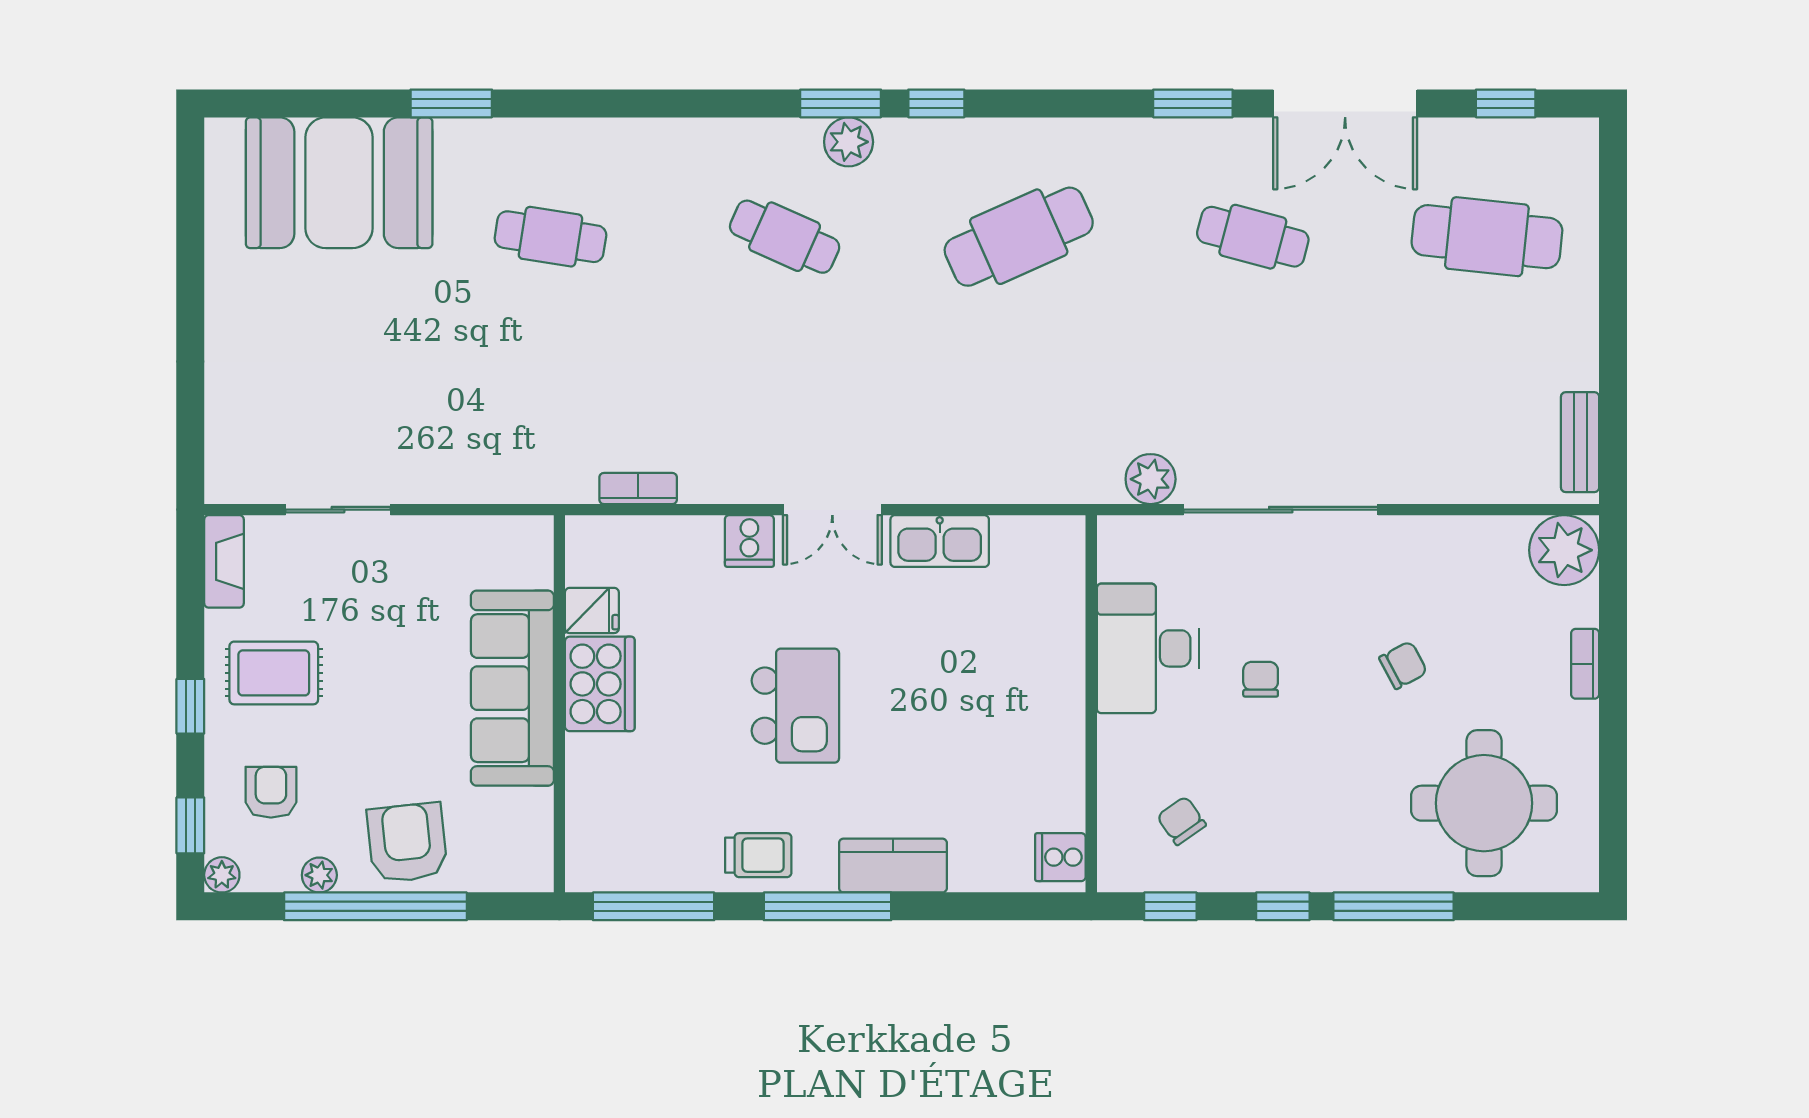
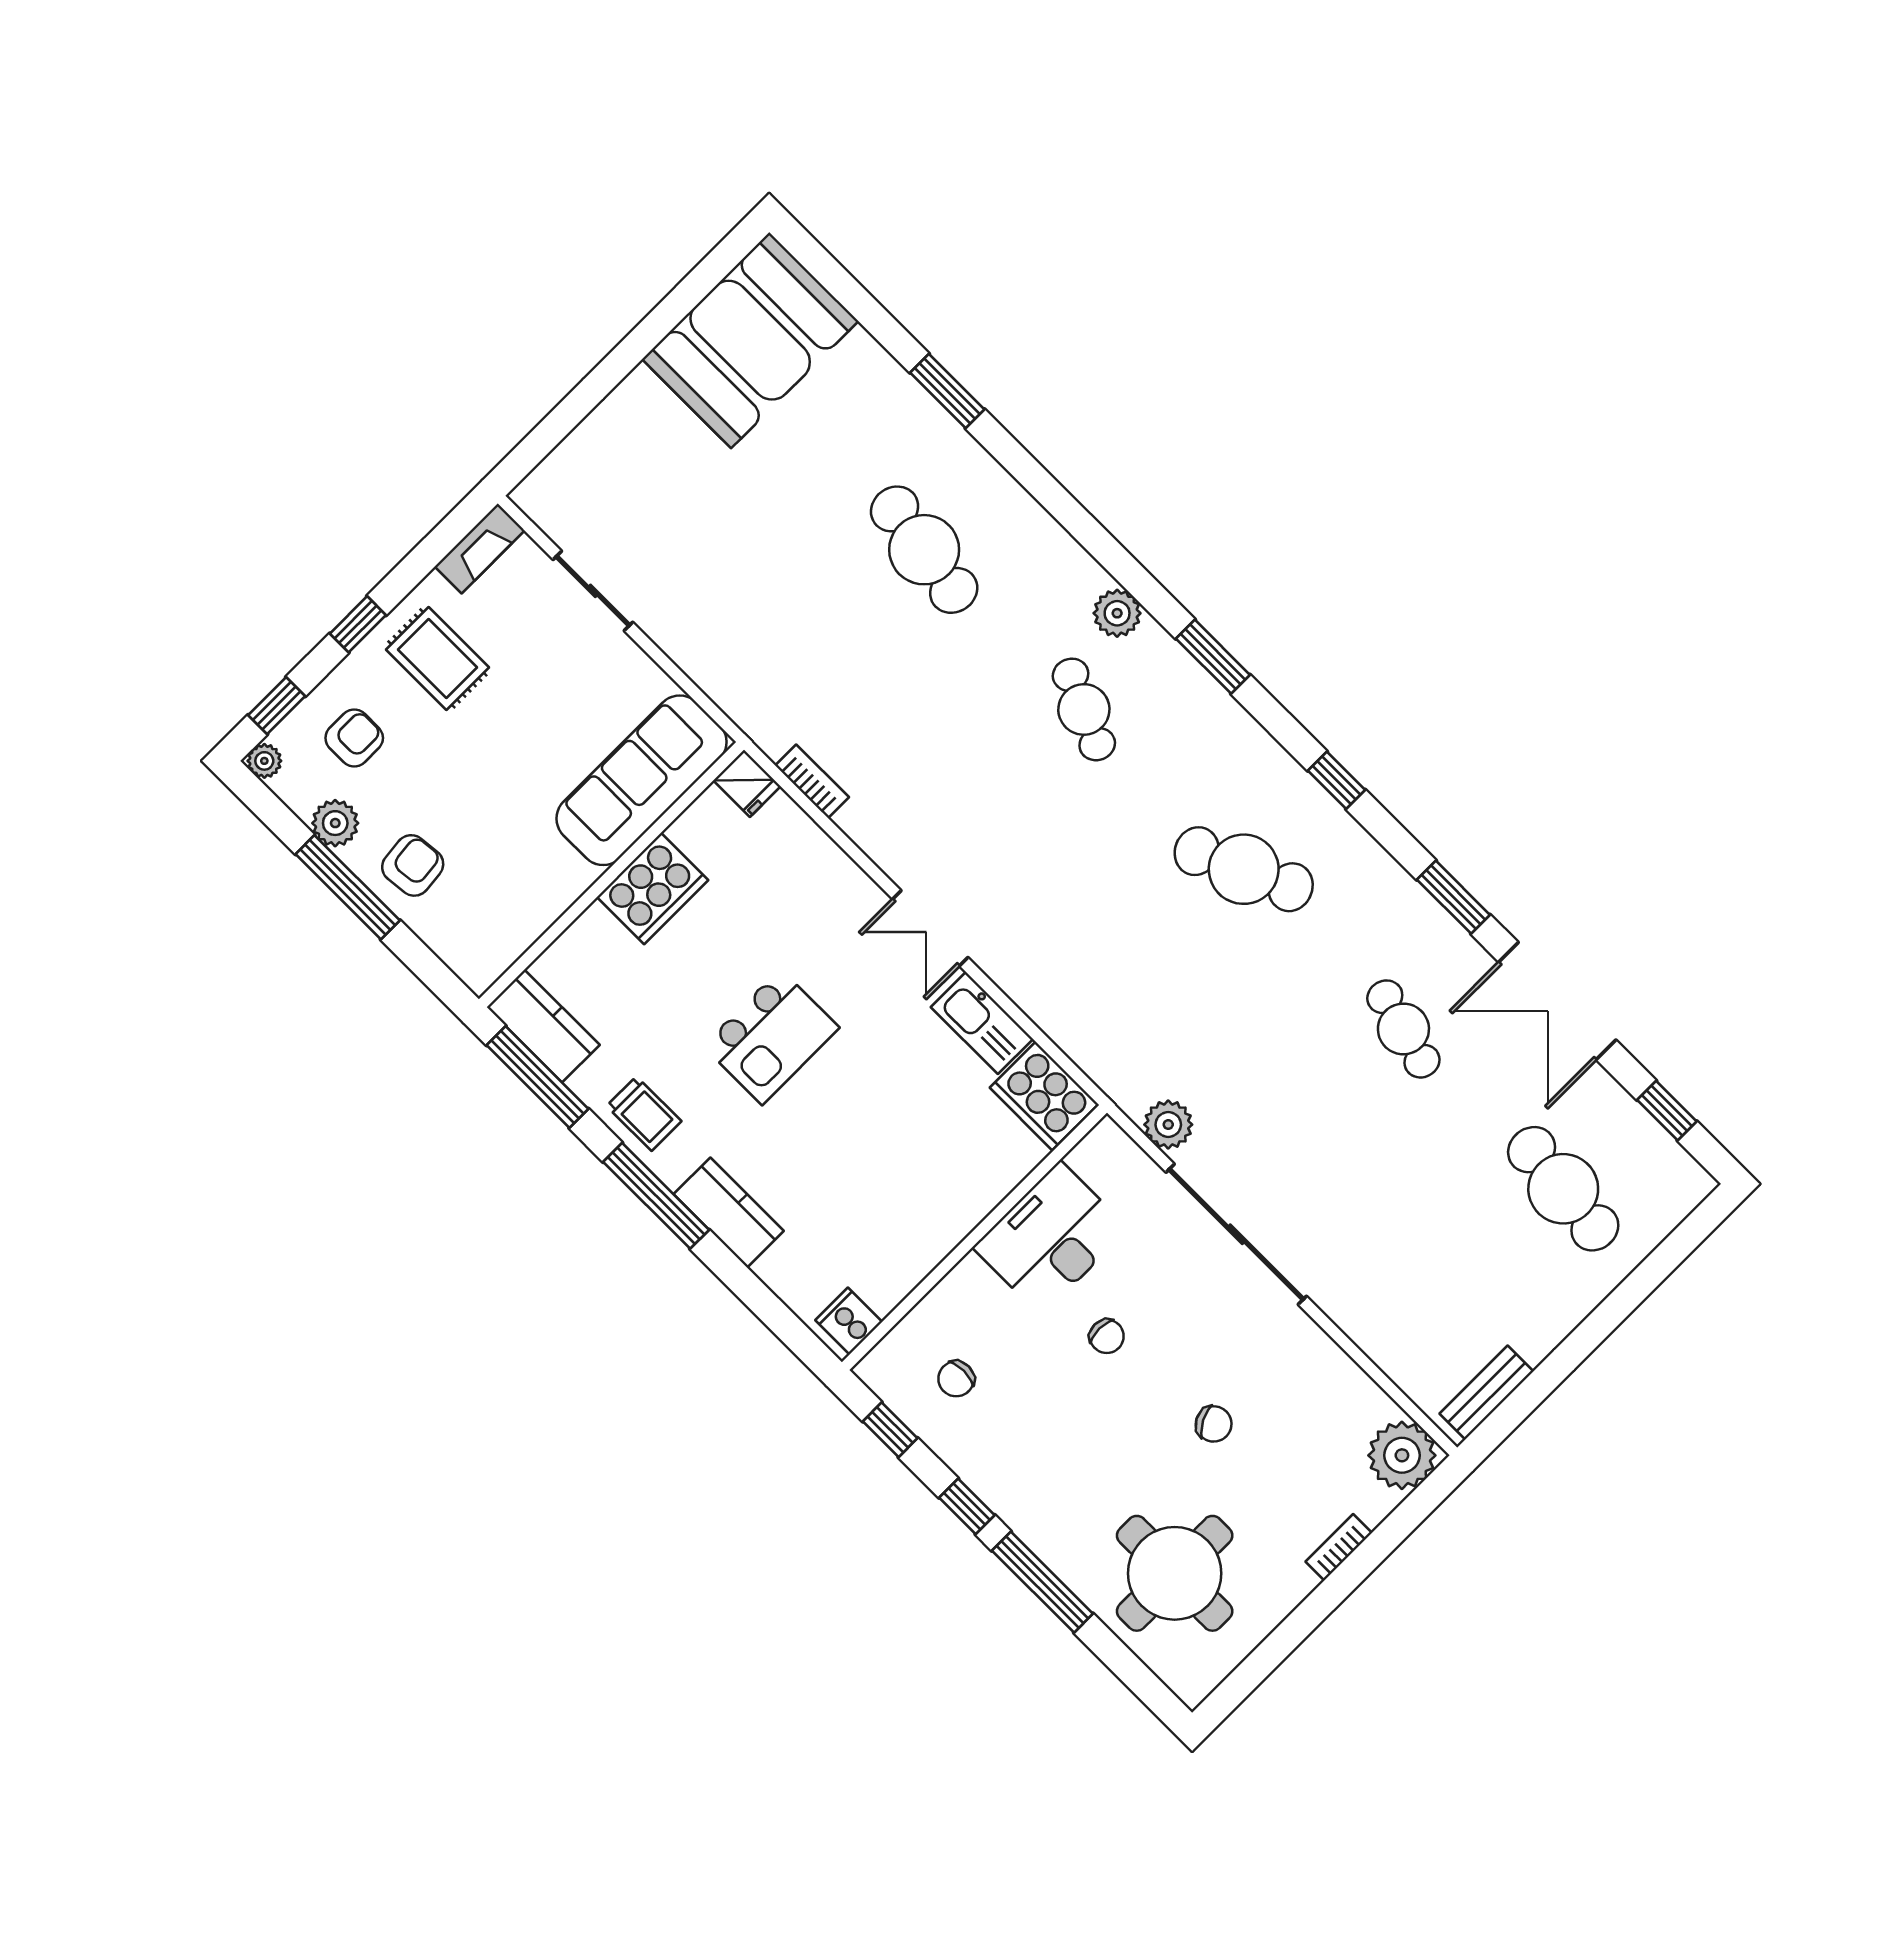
window: (936, 103) -> (1337, 780), moved
plant: (849, 142) -> (1117, 613), moved
booth: (339, 183) -> (750, 340), moved, turned 90
cafe table: (550, 237) -> (924, 550), width x1.37, depth x1.35
cooker: (749, 541) -> (1044, 1096), moved, width x1.87, depth x1.31
fridge: (592, 610) -> (747, 783), moved
chair: (1261, 679) -> (1107, 1336), turned 90
sofa: (512, 688) -> (642, 780), moved
chair: (1181, 821) -> (956, 1379), turned -145
armchair: (407, 843) -> (413, 865), width x0.72, depth x0.72
kitchen counter: (620, 865) -> (543, 1026), added
plant: (319, 875) -> (335, 823), width x1.38, depth x1.38
window: (375, 906) -> (348, 887), width x0.68

